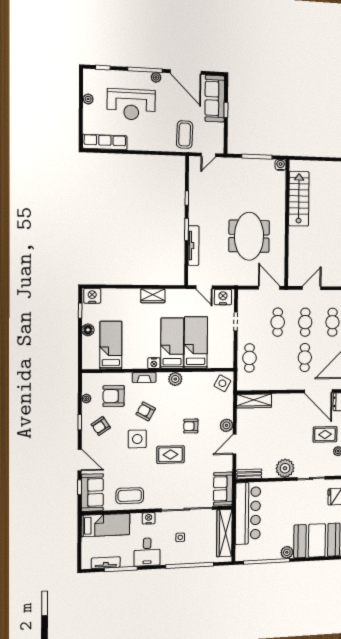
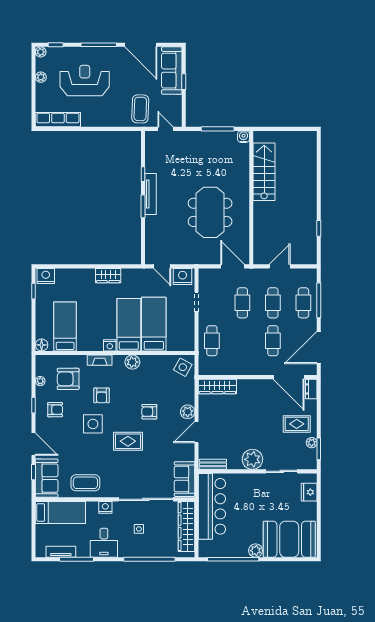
plant: (156, 77) -> (41, 52), moved
reception desk: (131, 104) -> (85, 81), turned 180
door: (208, 155) -> (165, 129), swing flipped
tv unit: (193, 246) -> (151, 194), moved
floor lamp: (88, 330) -> (42, 345), moved
armchair: (146, 411) -> (102, 395), turned -119
armchair: (101, 426) -> (55, 410), turned -146

